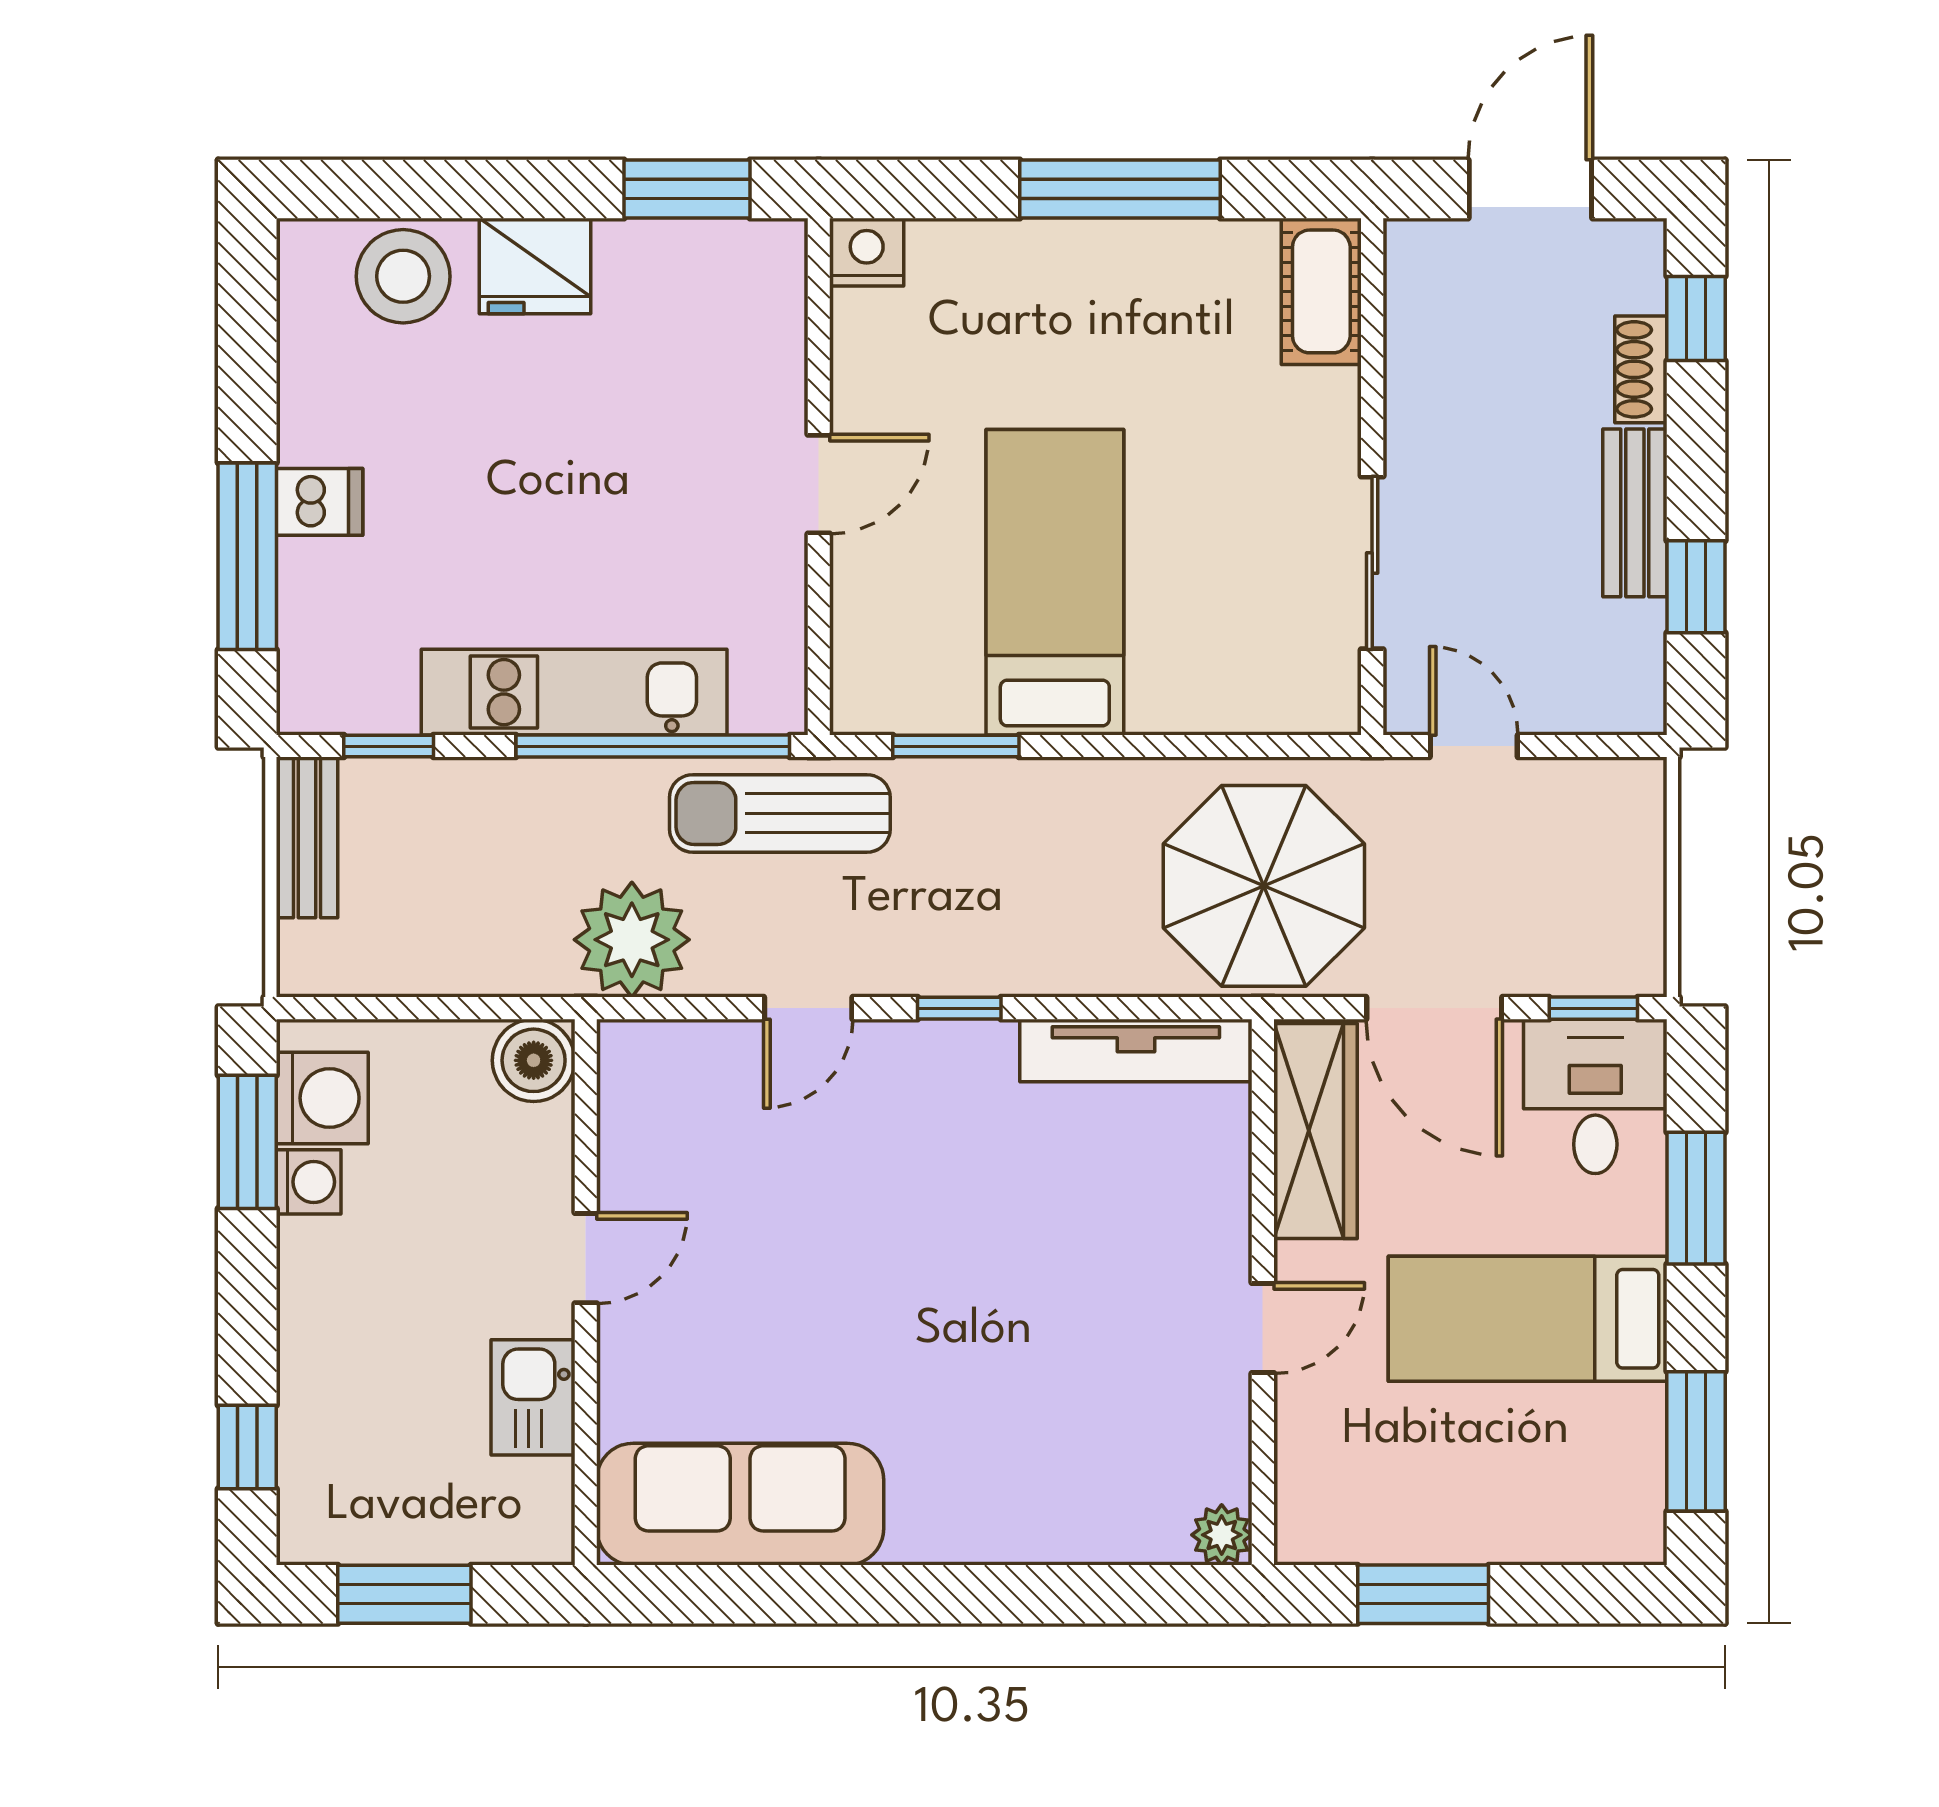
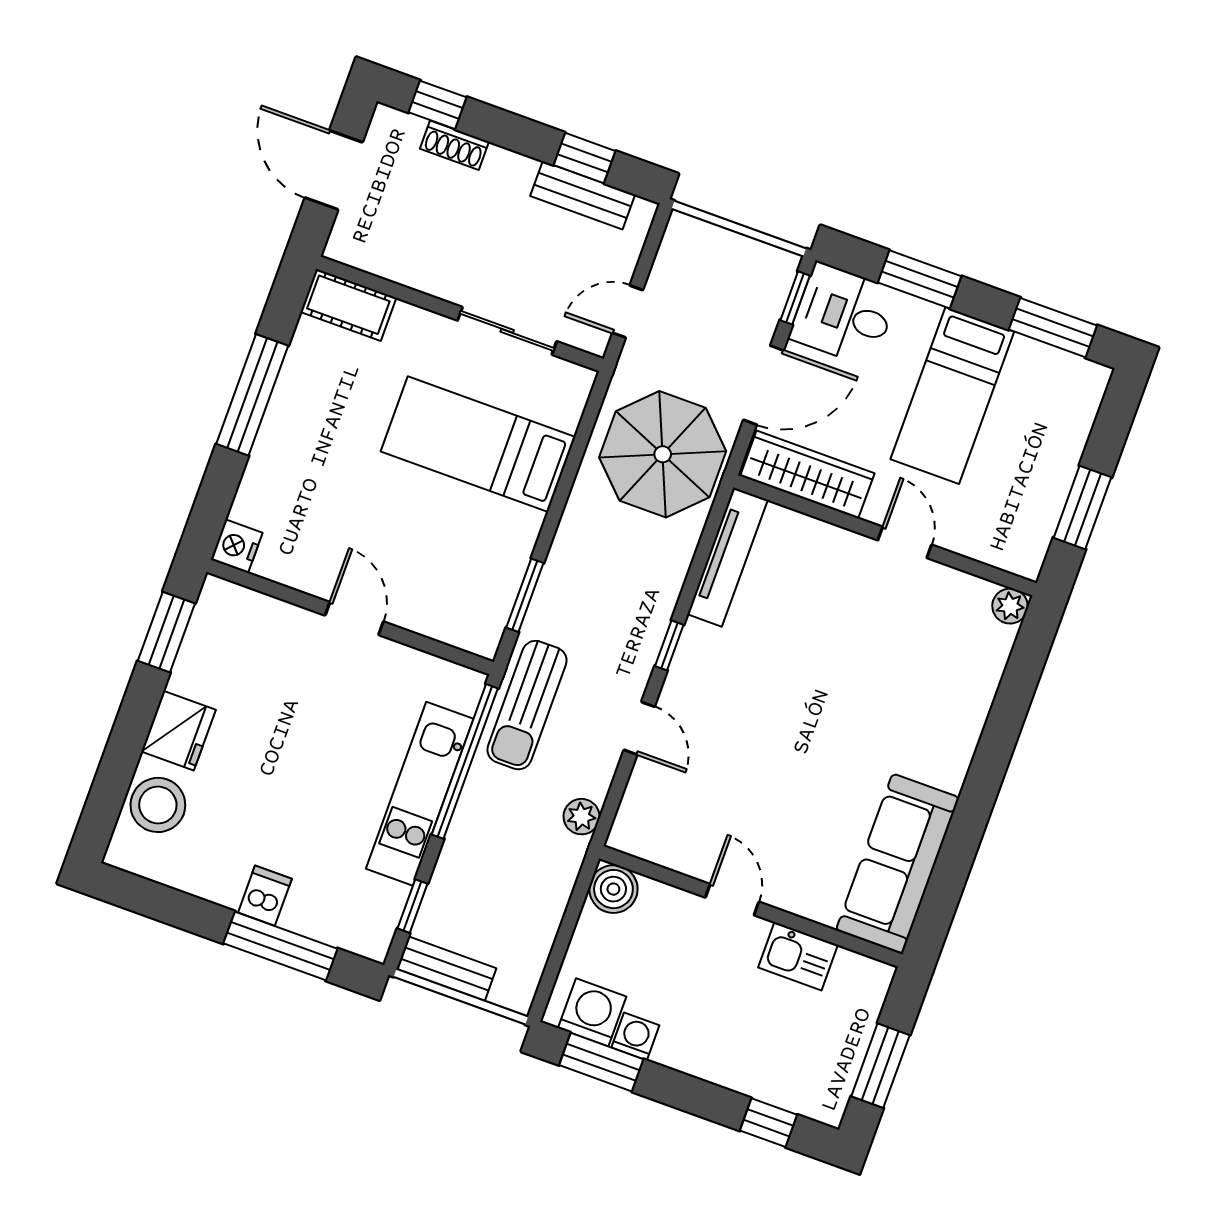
bench: (1635, 513) -> (583, 195), moved
bed: (1055, 582) -> (478, 444), moved
plant: (632, 940) -> (582, 817), width x0.53, depth x0.53

